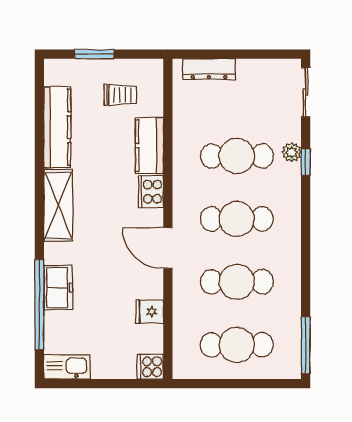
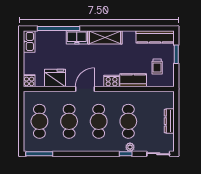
dresser: (209, 69) -> (169, 121), moved
kitchen counter: (57, 127) -> (155, 37), moved
freezer: (58, 288) -> (77, 37), moved
fridge: (149, 312) -> (55, 78), width x1.88, depth x1.34

